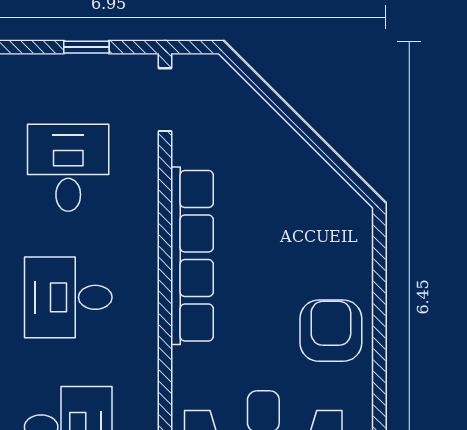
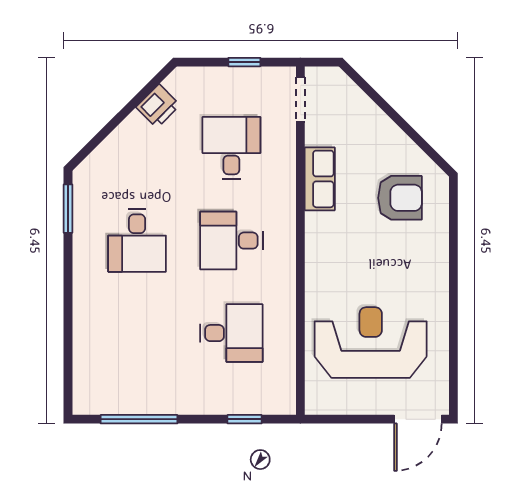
row of seats: (192, 256) -> (320, 179), width x0.50
armchair: (331, 331) -> (400, 198), moved, turned 90

